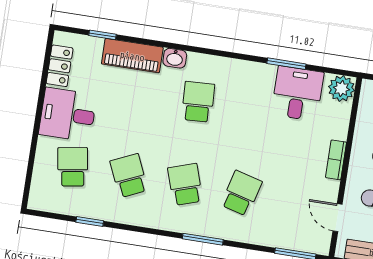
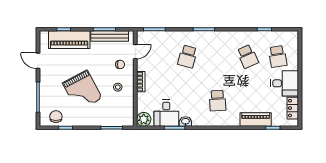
washbasin: (175, 58) -> (185, 122), moved
school desk: (185, 184) -> (218, 56), removed
door: (337, 218) -> (135, 52), hinge flipped

